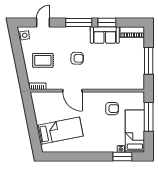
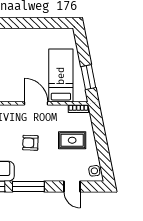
door: (43, 22) -> (72, 186), hinge flipped
window: (30, 112) -> (88, 77), added
bed: (60, 131) -> (61, 76), moved, turned 101

